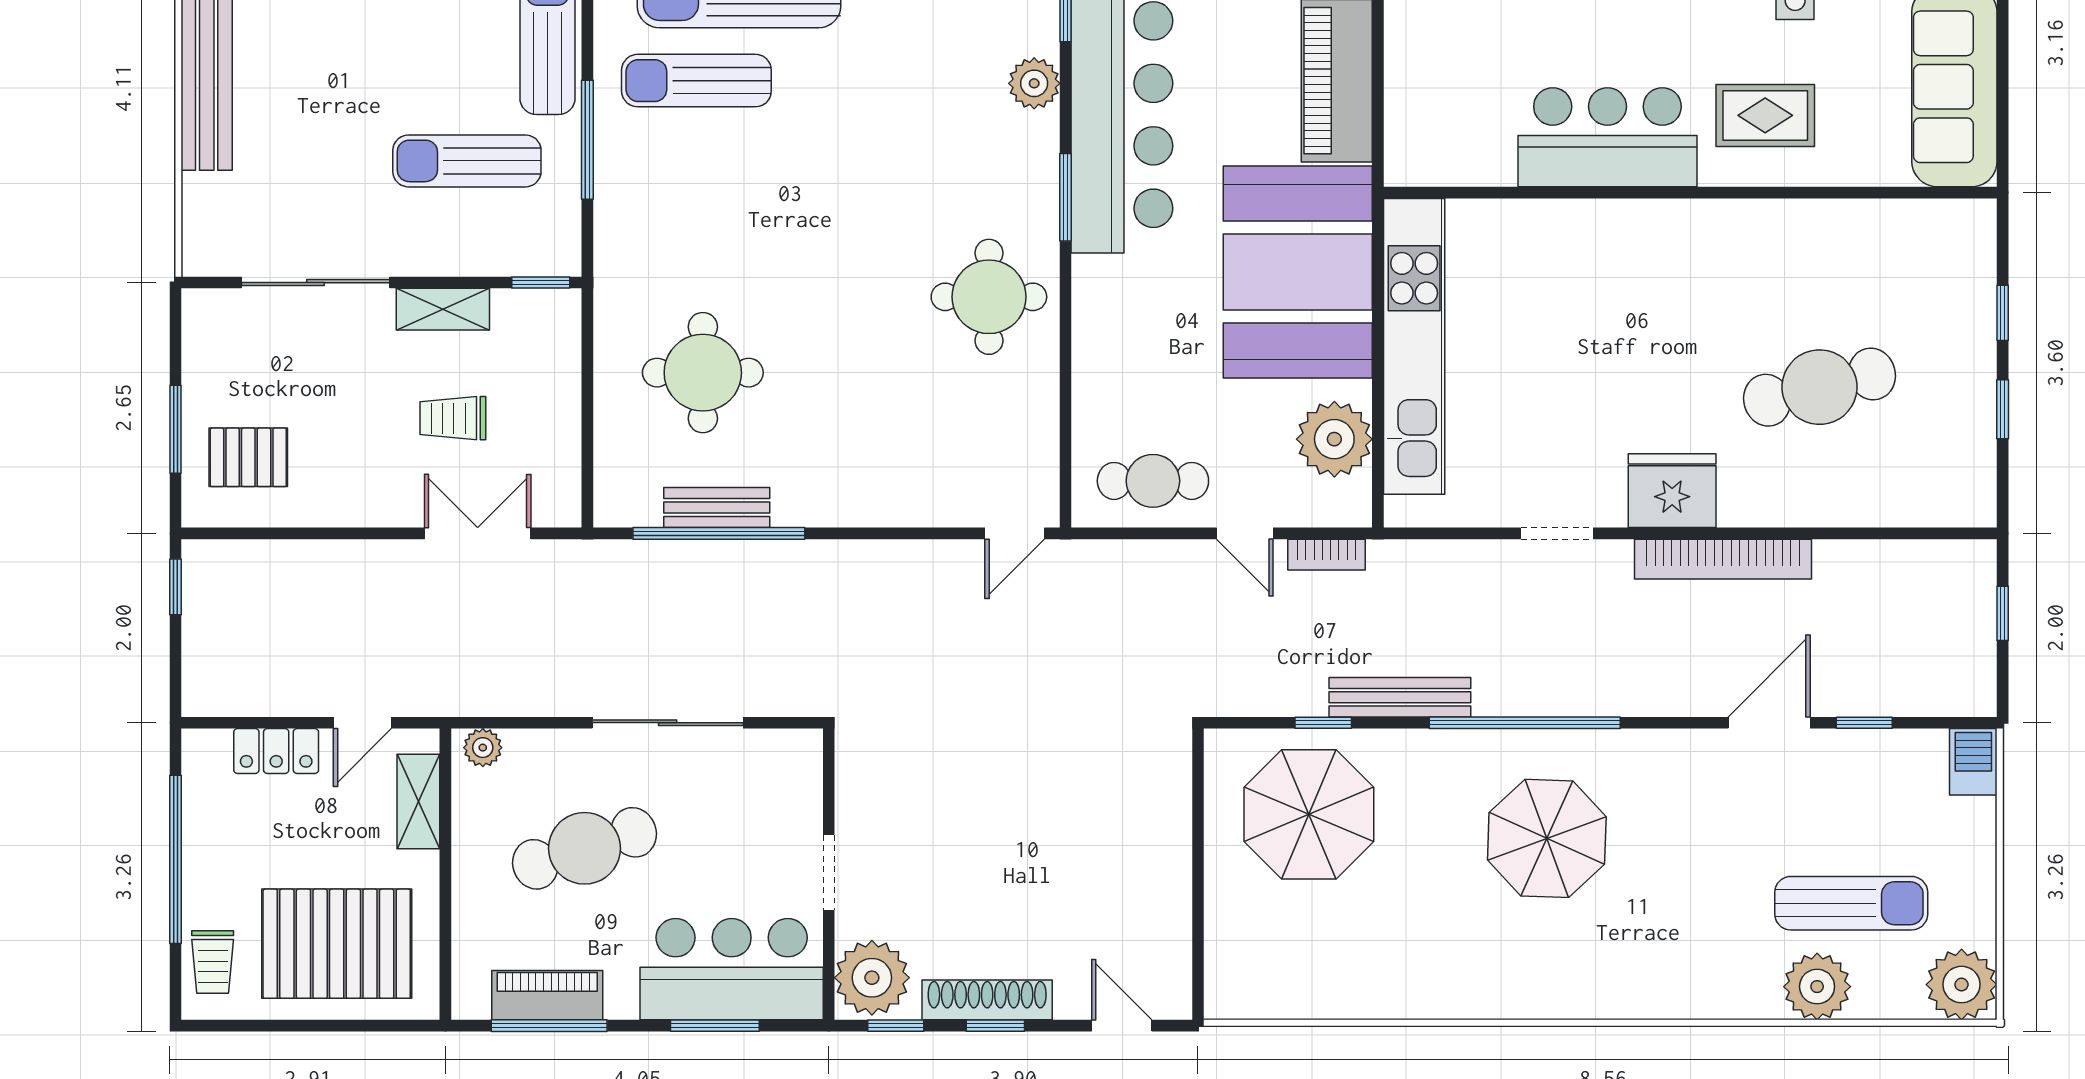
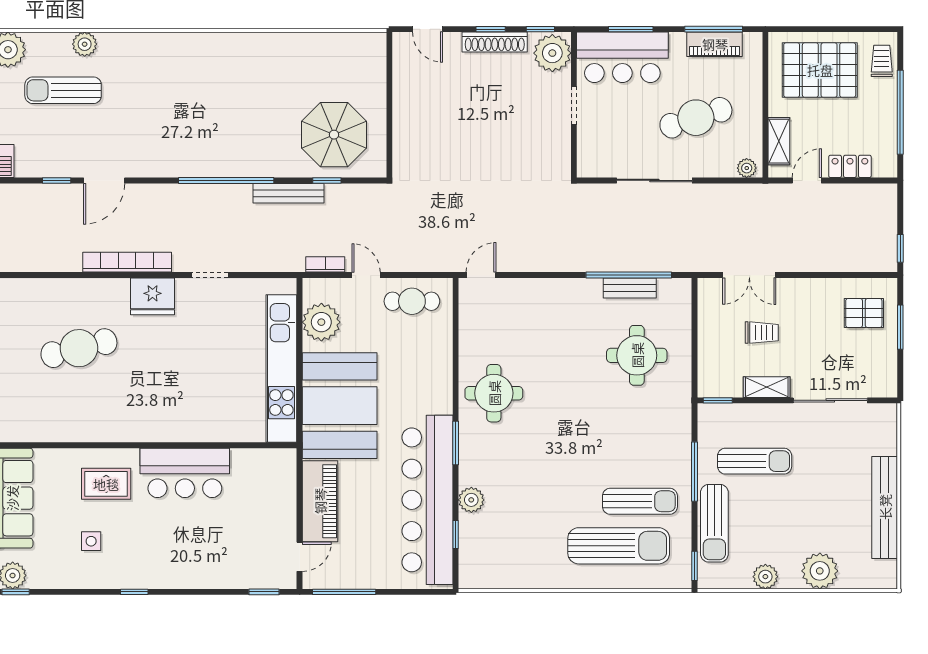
parasol: (1547, 838) -> (215, 123), removed
plant: (1817, 987) -> (85, 44), width x0.73, depth x0.73

